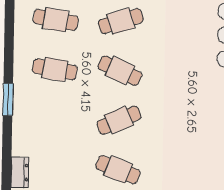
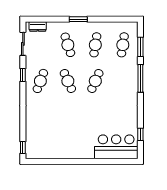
cafe table: (121, 21) -> (68, 45), moved

